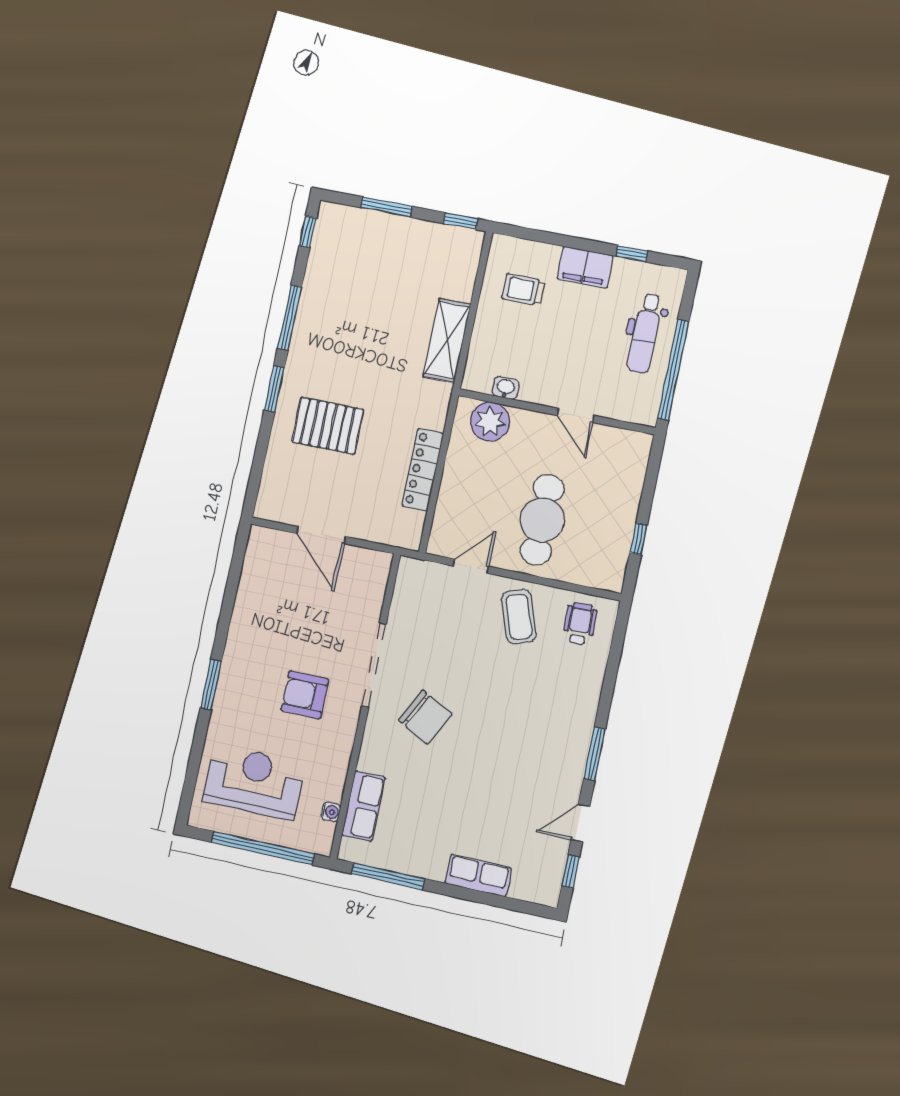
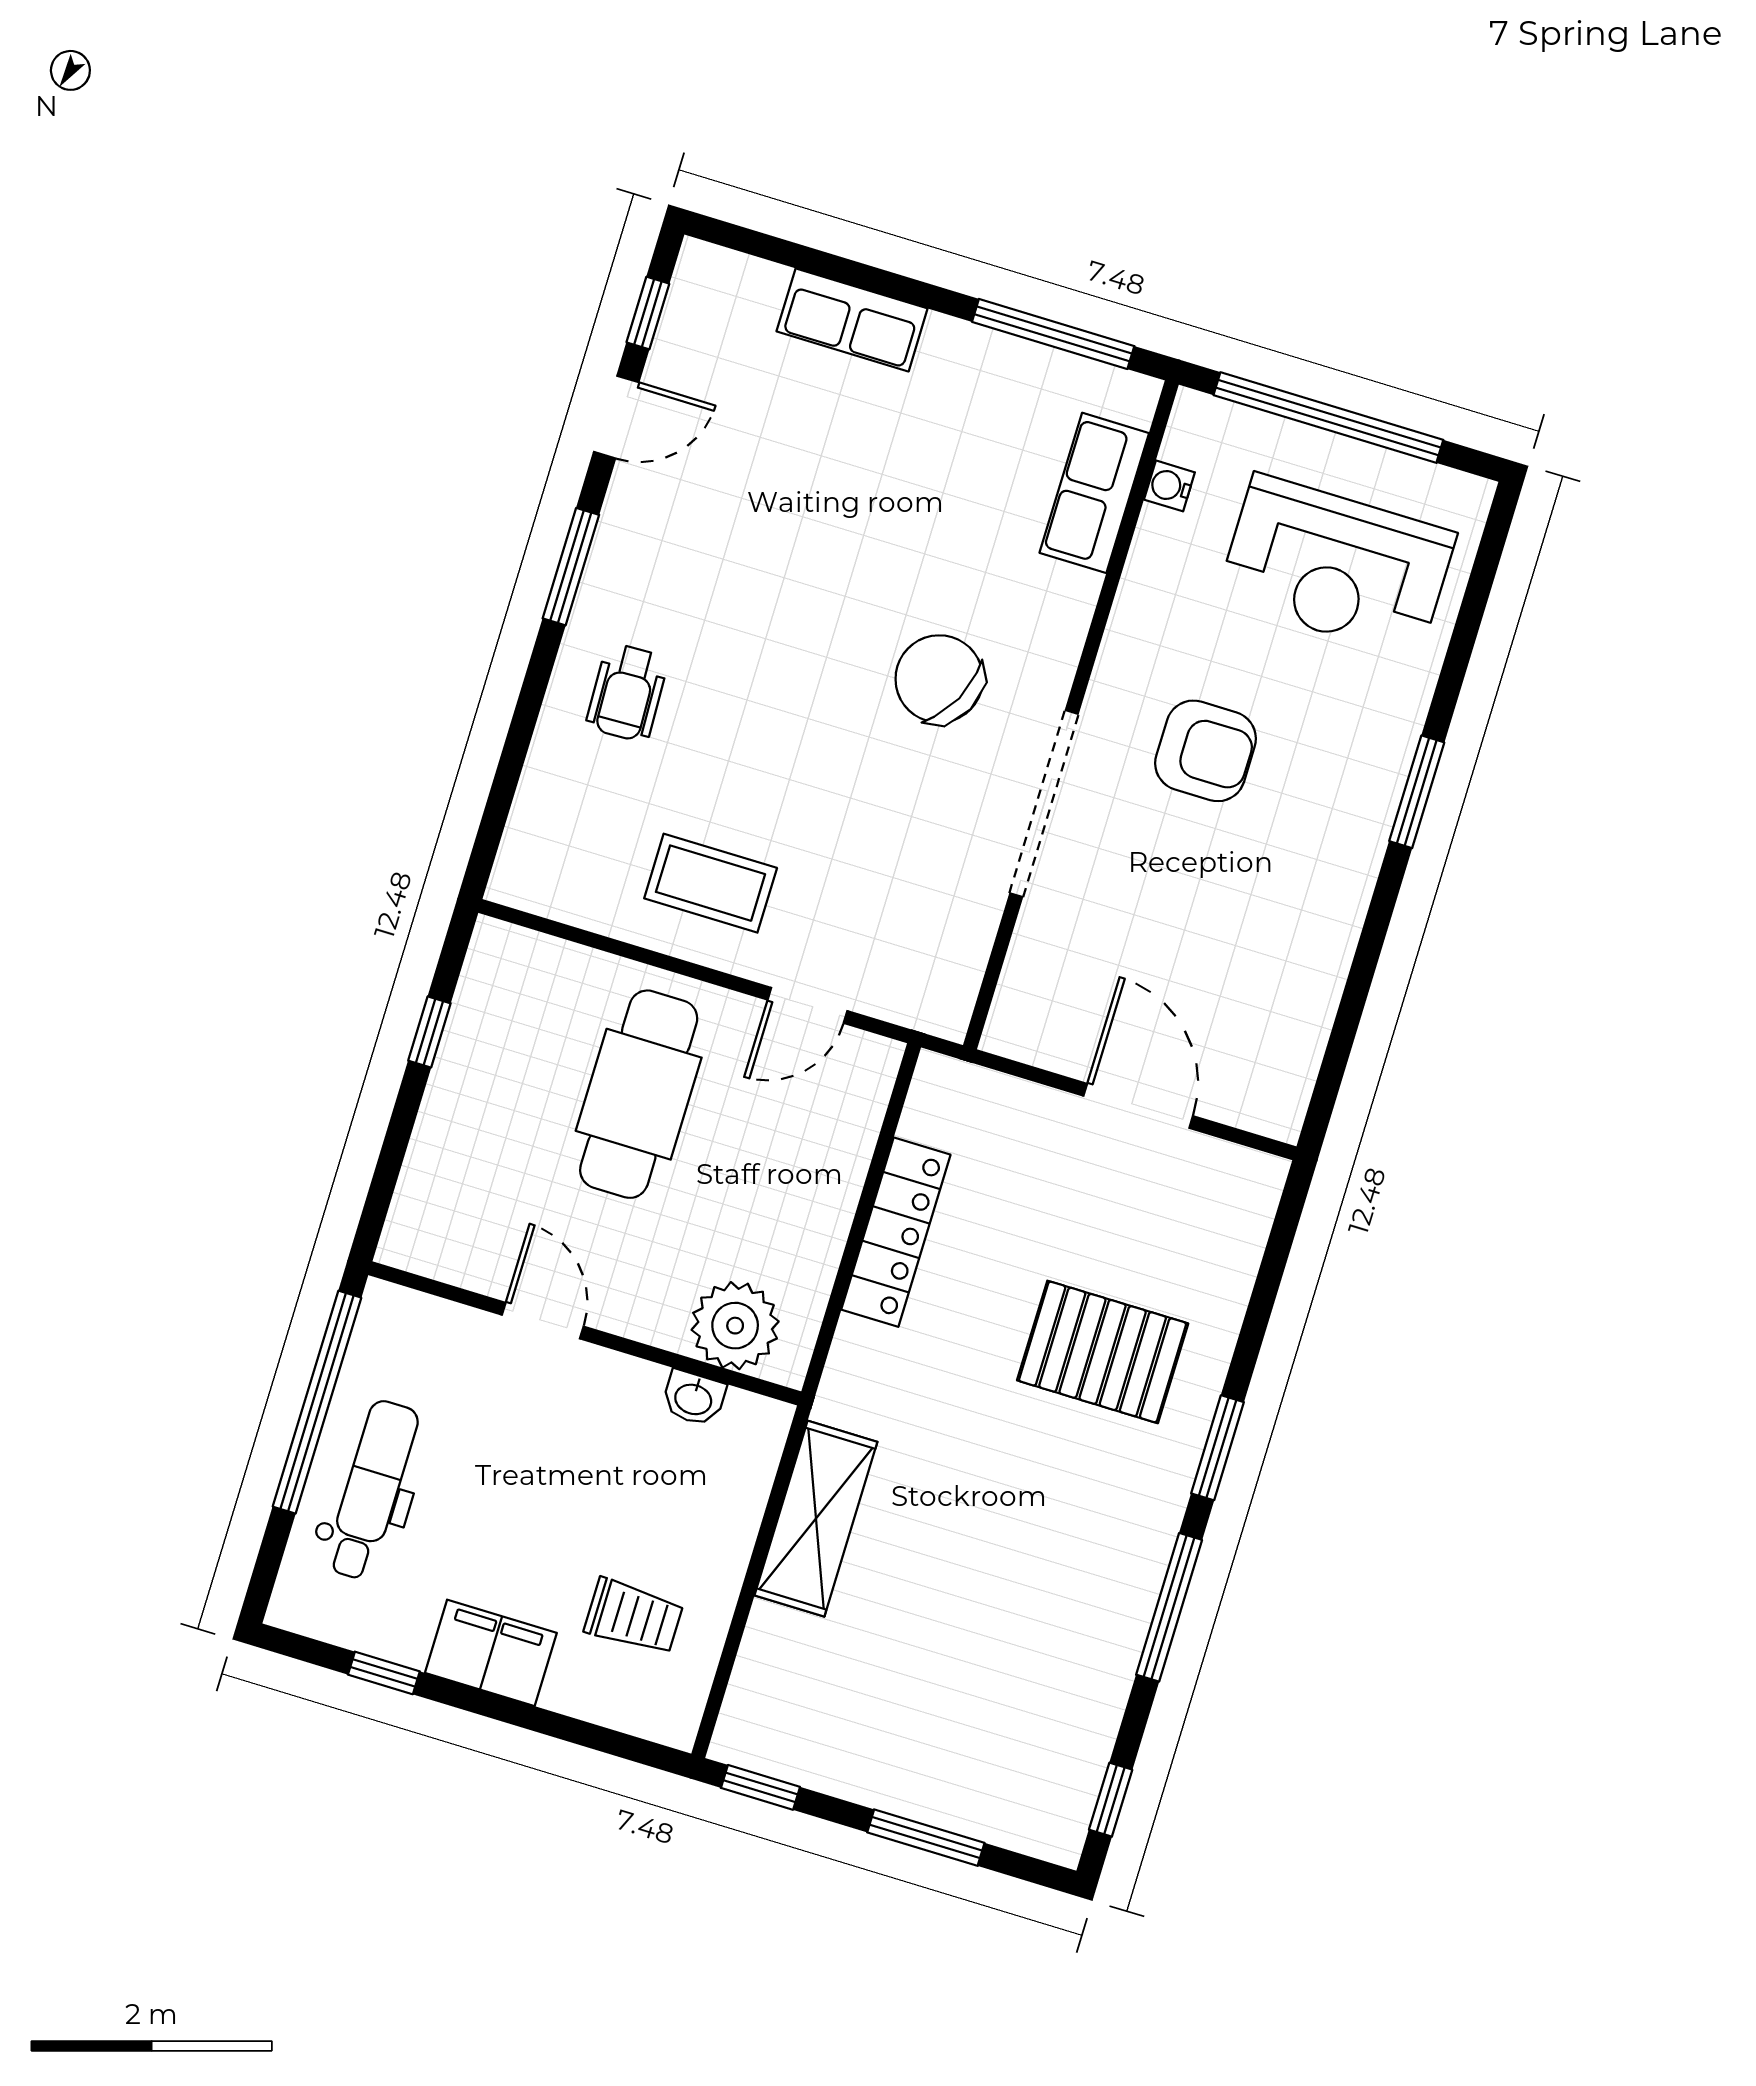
coffee table: (519, 617) -> (711, 883), turned -71
wheelchair: (580, 624) -> (627, 693), moved

